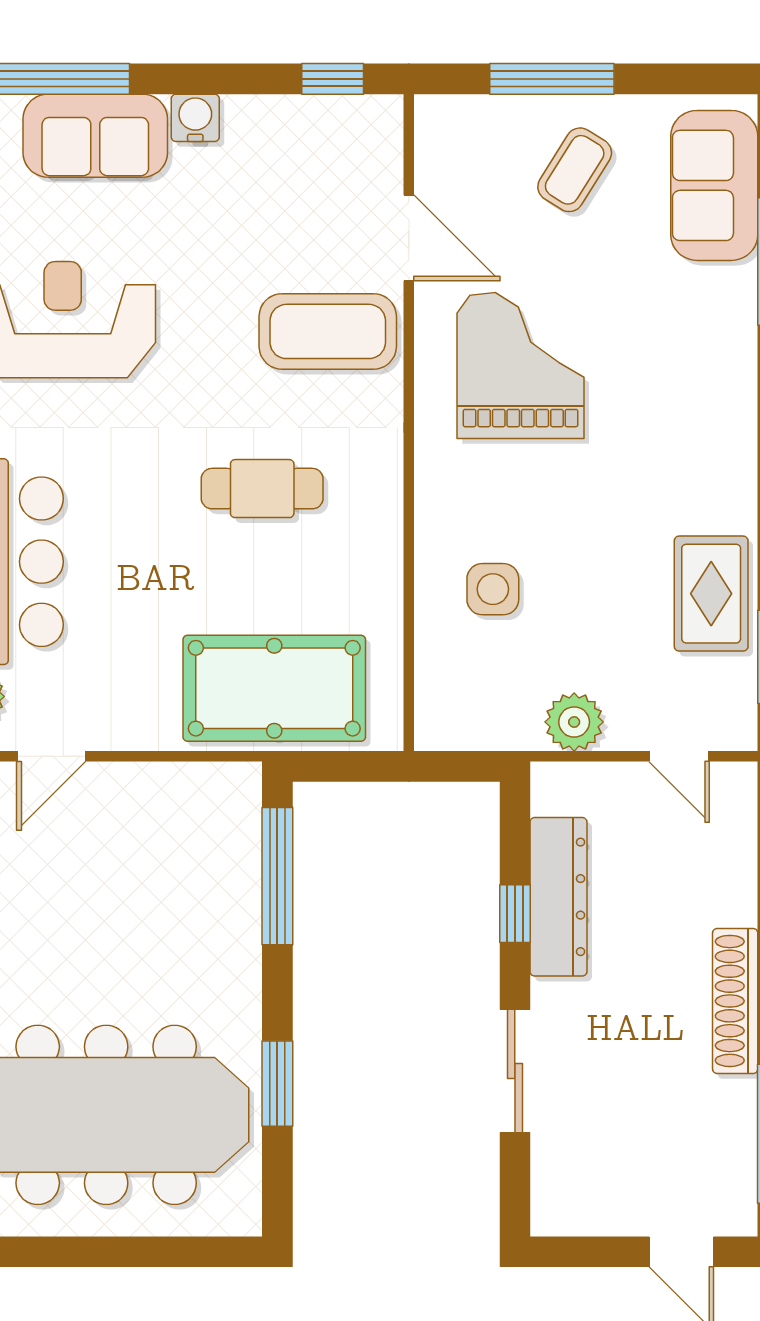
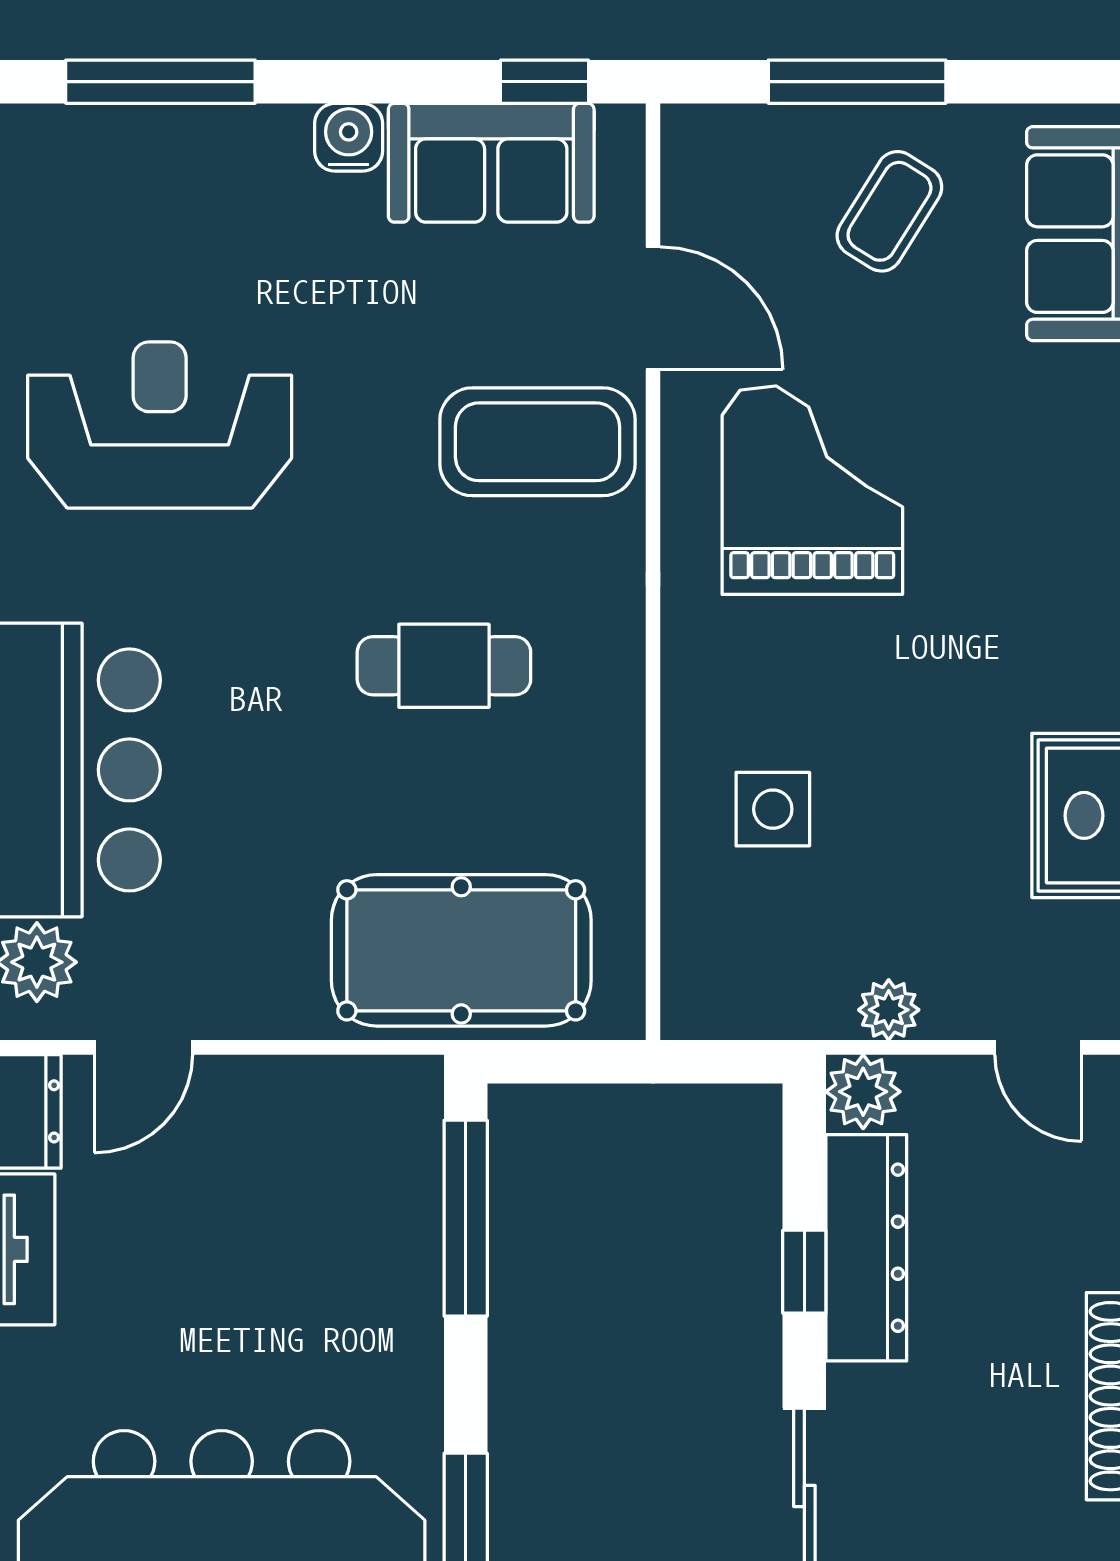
sofa: (95, 136) -> (491, 163), moved
plant: (574, 722) -> (889, 1010), width x0.73, depth x0.73
plant: (556, 787) -> (863, 1092), added

